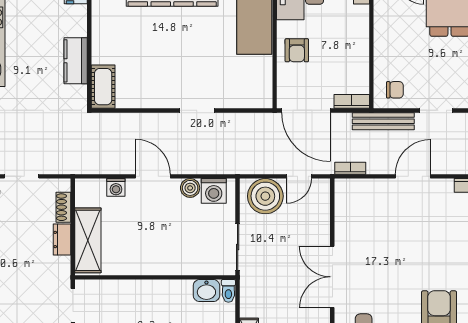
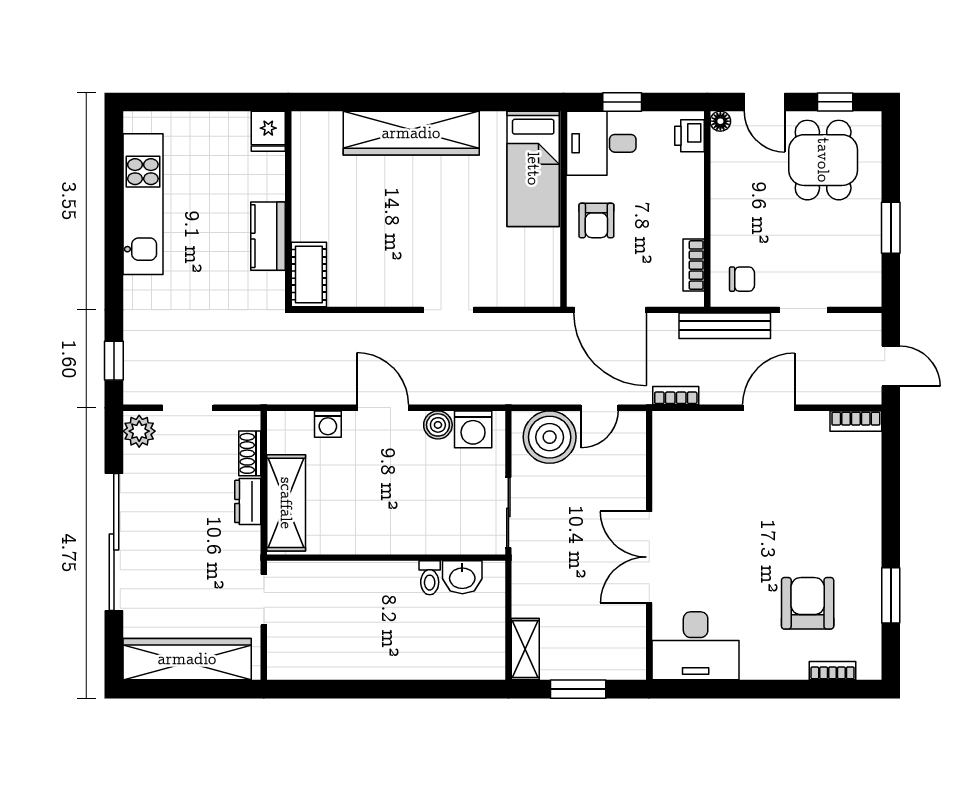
bookcase: (352, 101) -> (694, 265), moved, turned -90
toilet: (228, 291) -> (430, 578), moved

